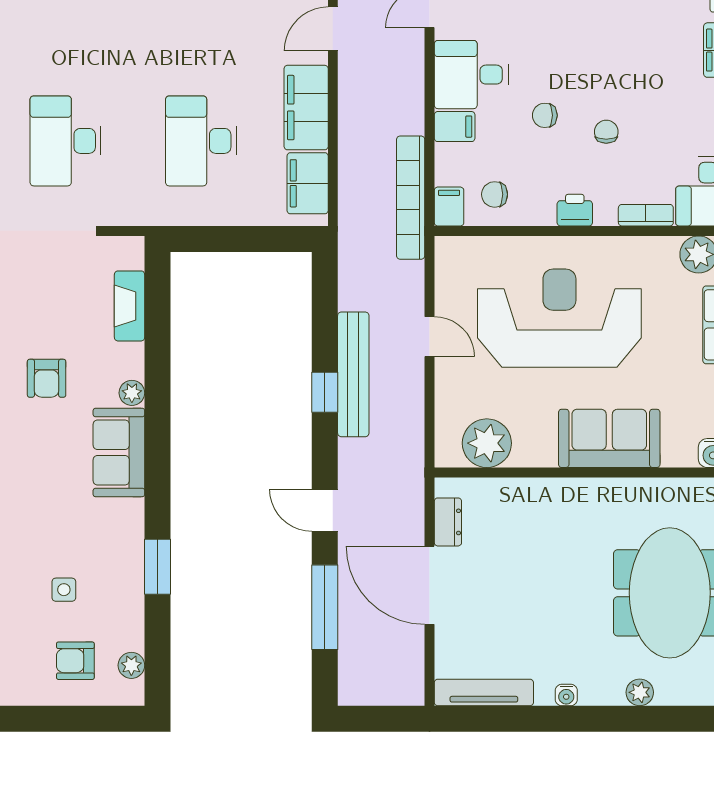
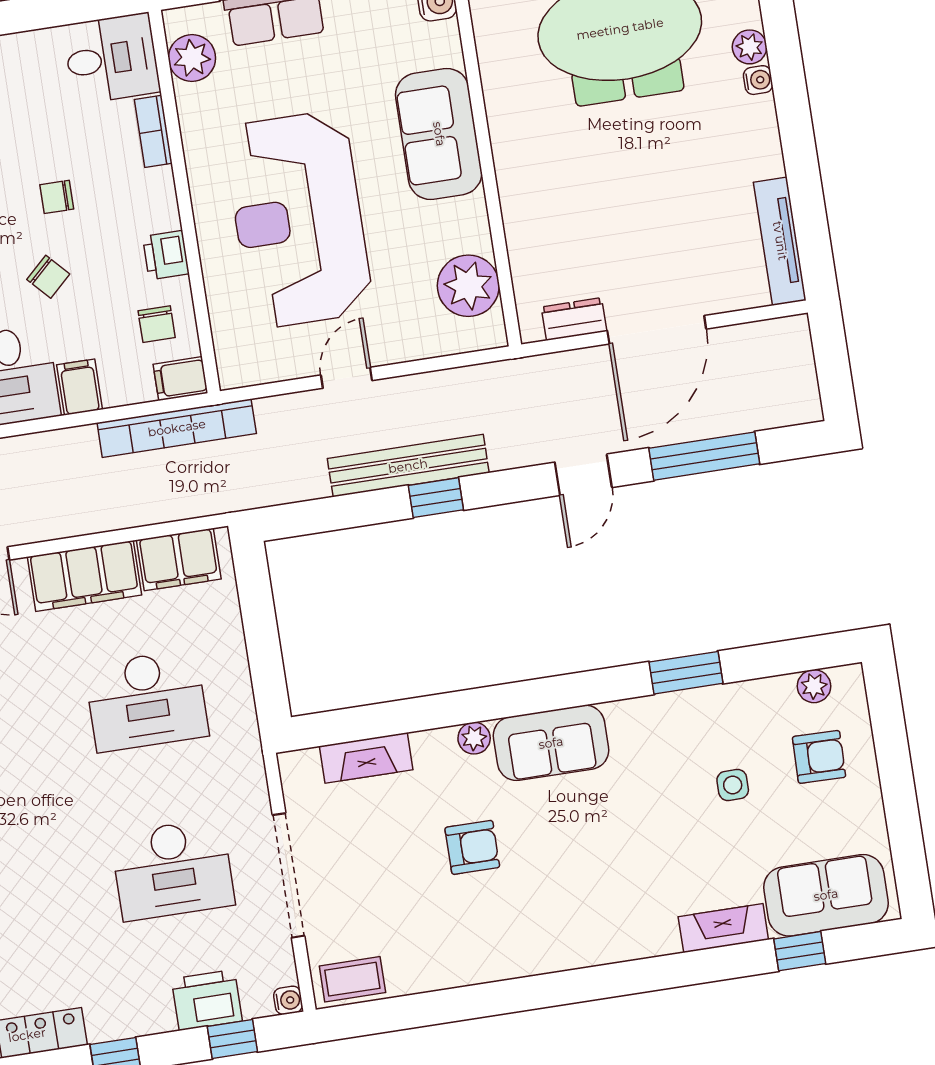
chair: (545, 115) -> (48, 277), turned -43
printer: (575, 210) -> (166, 255), moved
armchair: (75, 661) -> (819, 757), turned -89
water cooler: (566, 695) -> (758, 80), moved

